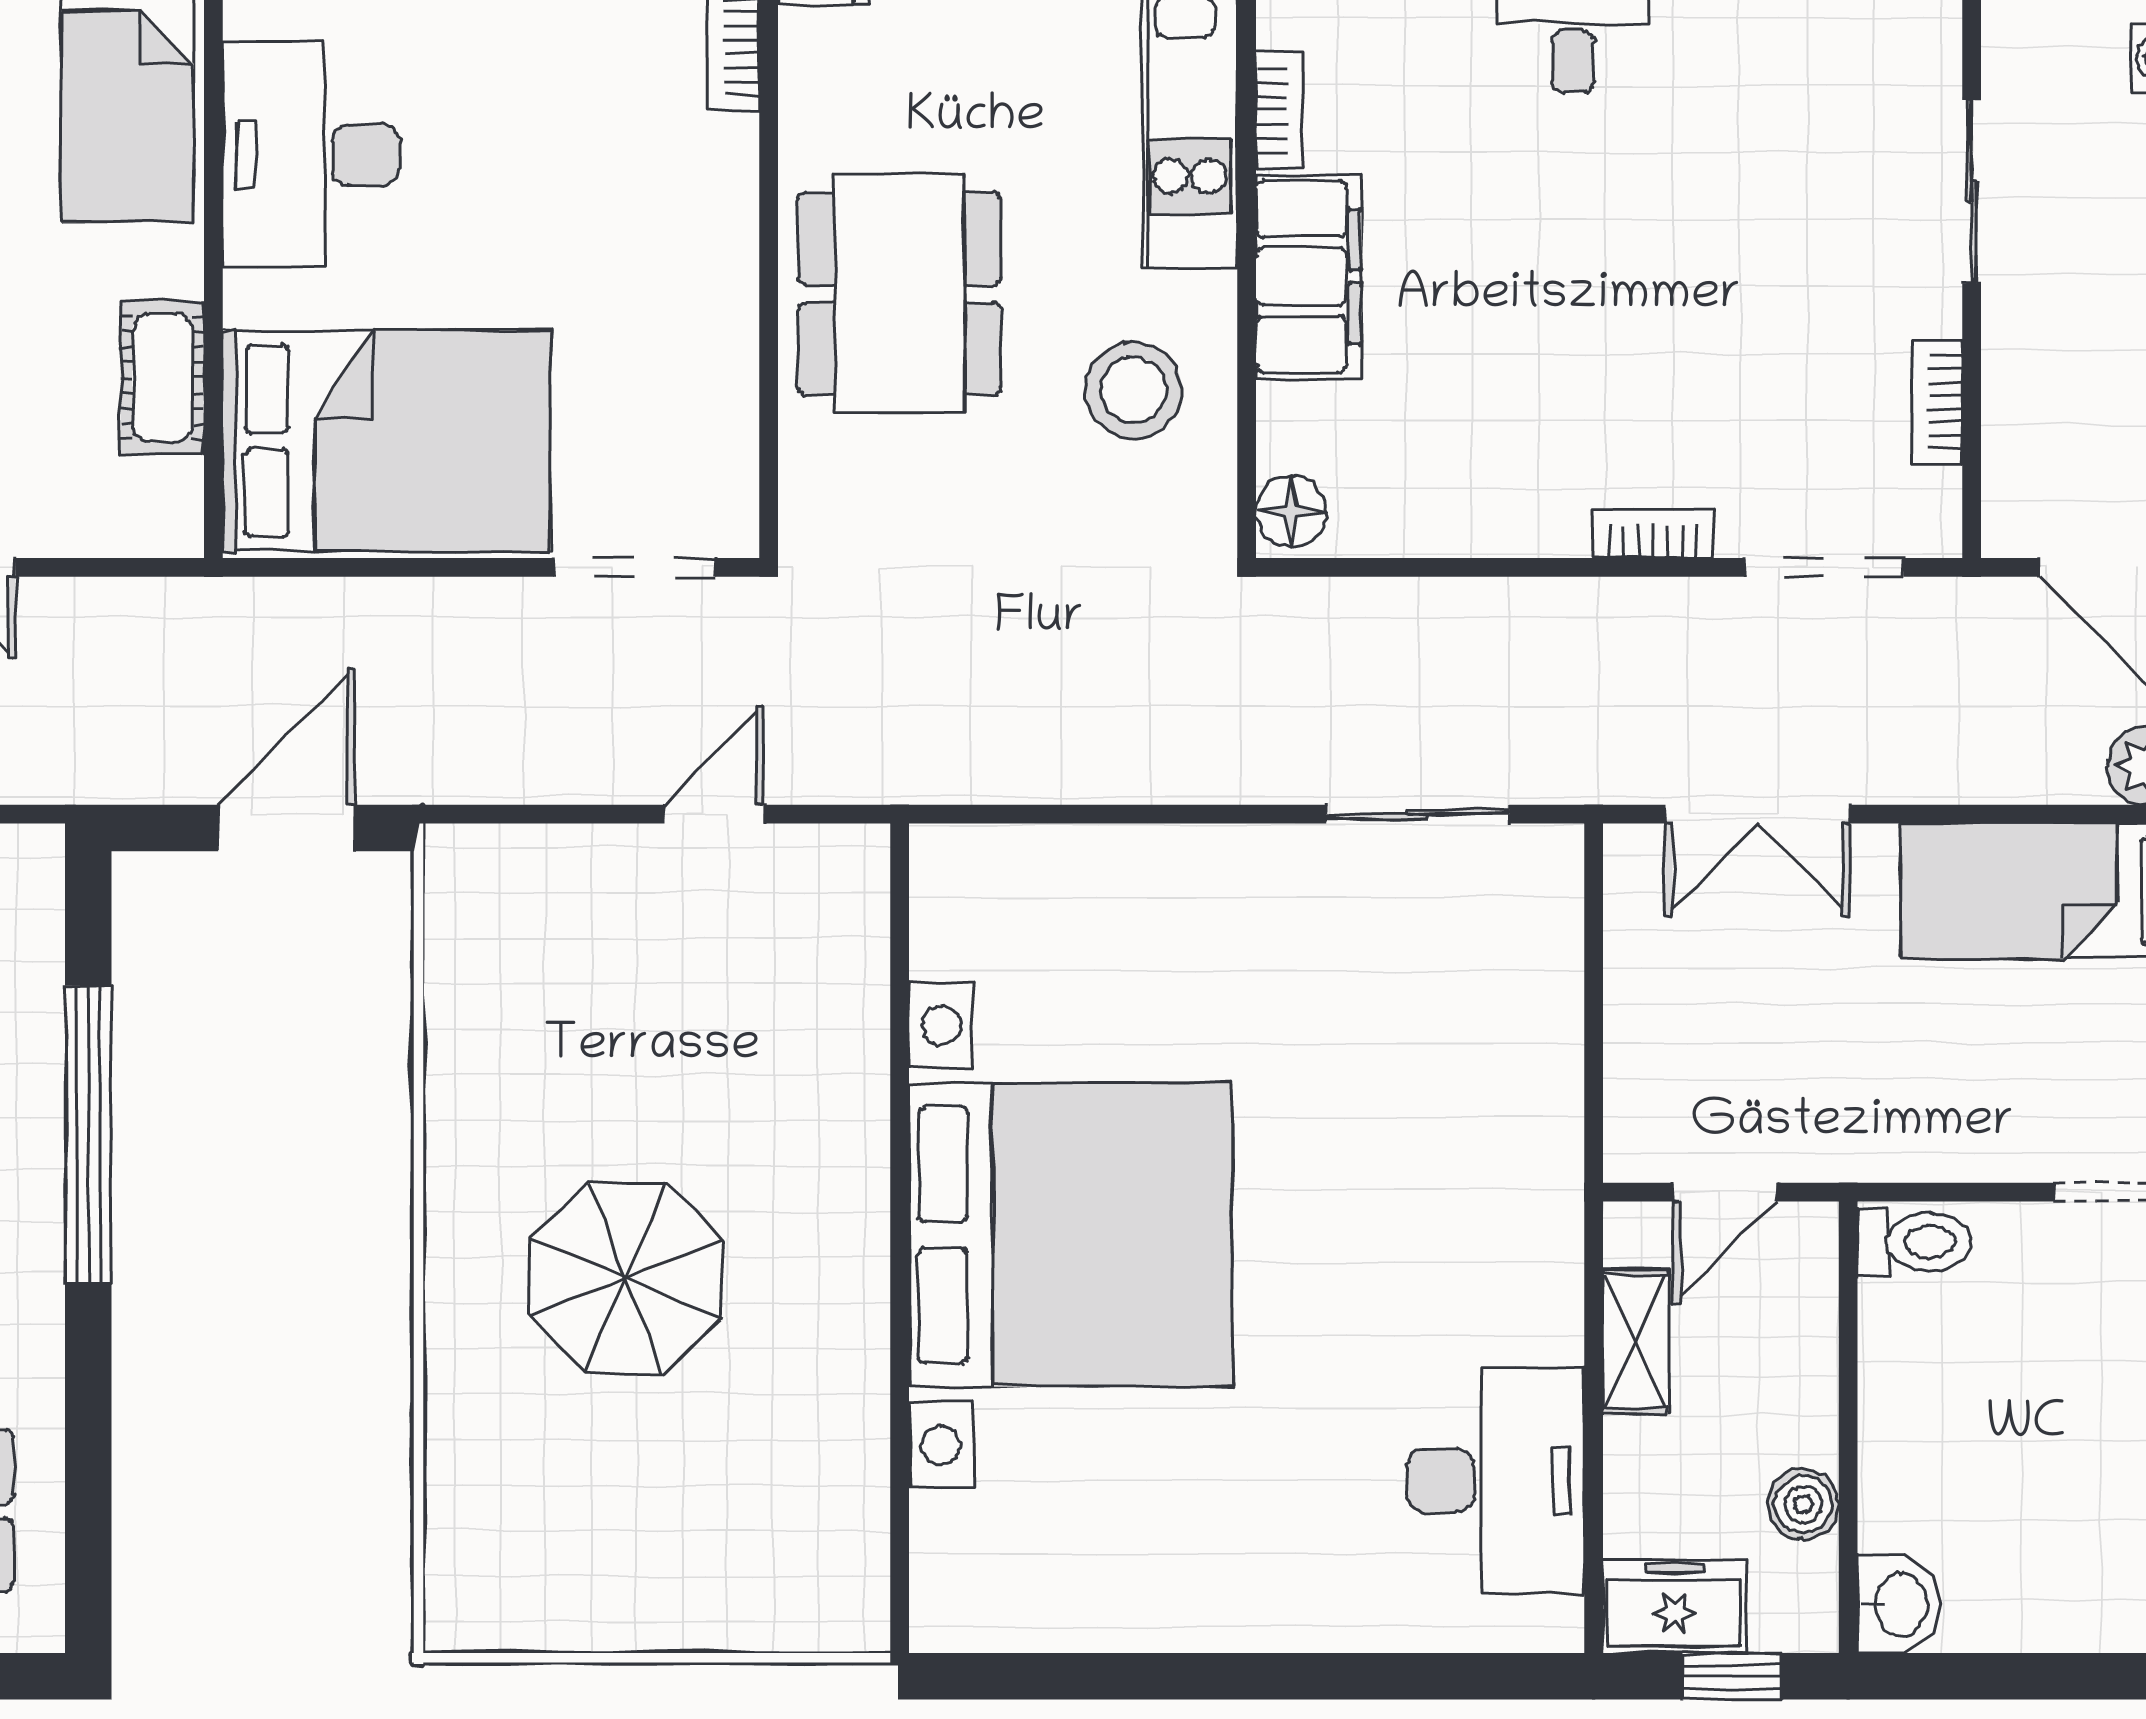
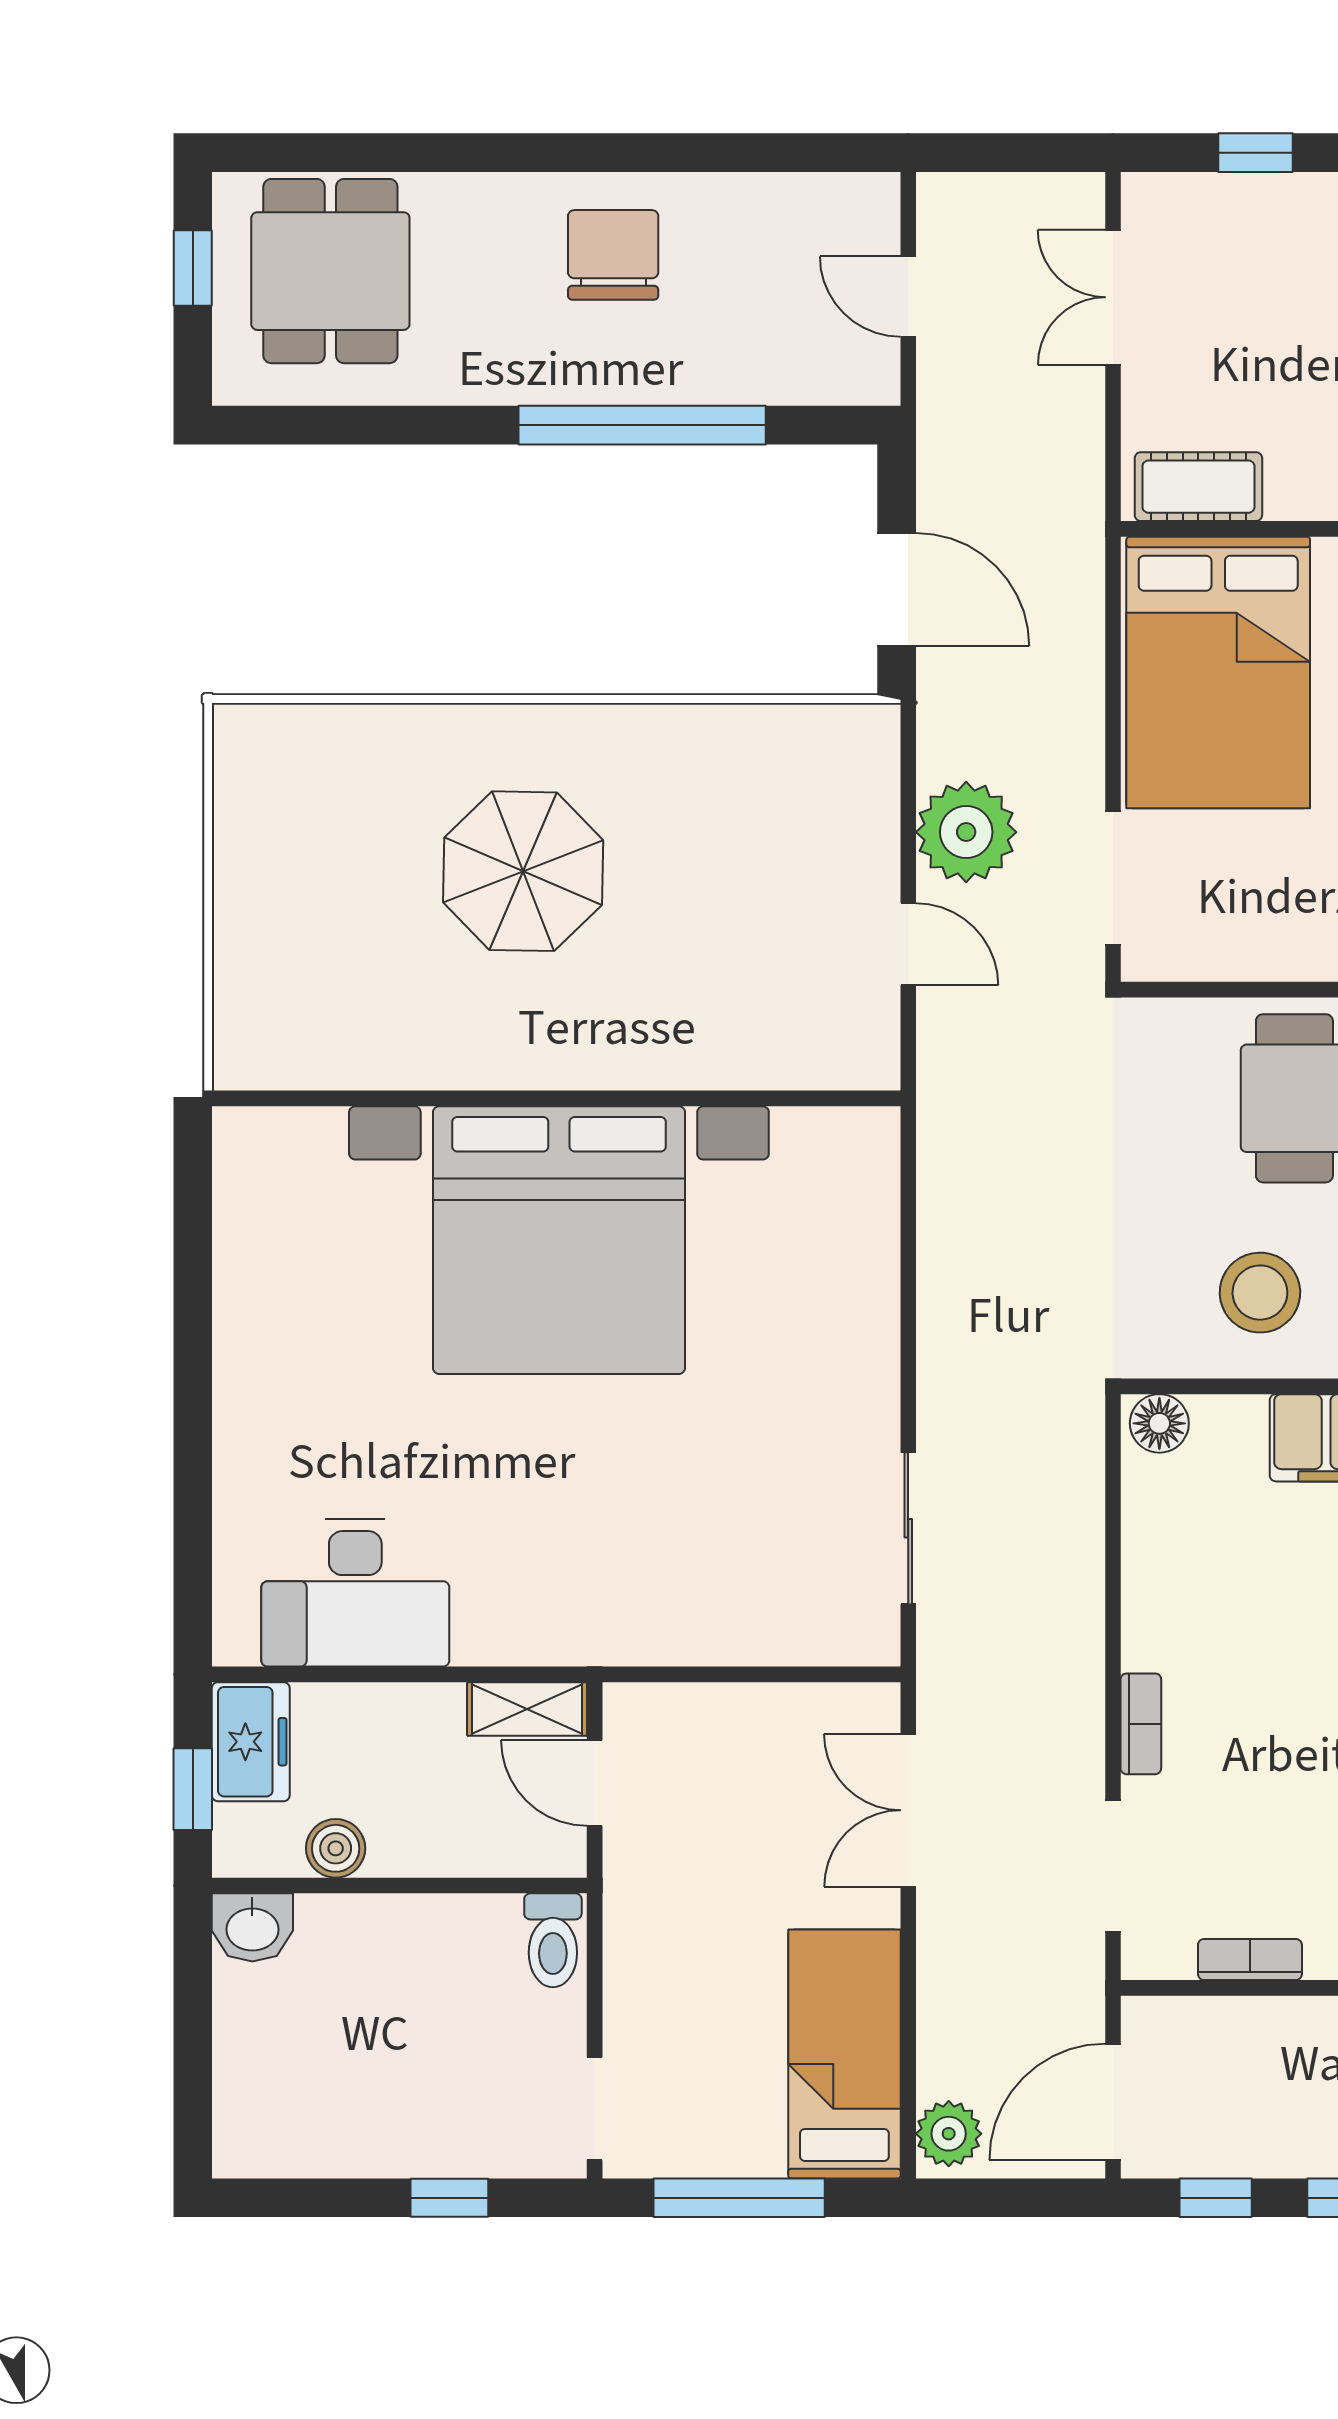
cot: (162, 378) -> (1198, 487), moved
plant: (579, 744) -> (966, 832), added
shelving: (1635, 1341) -> (527, 1709), moved

